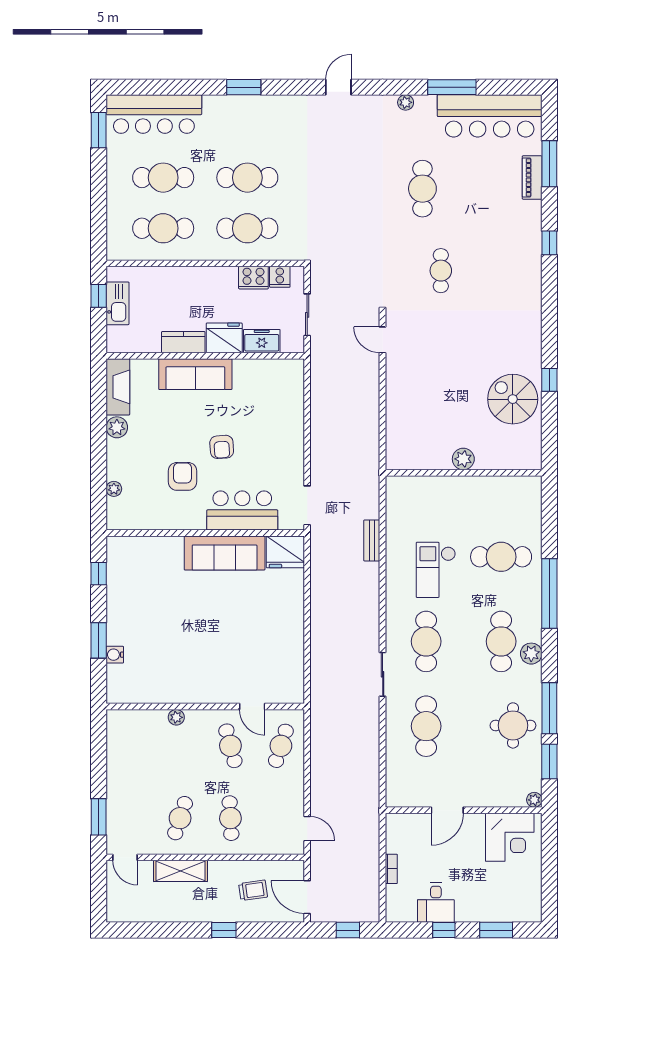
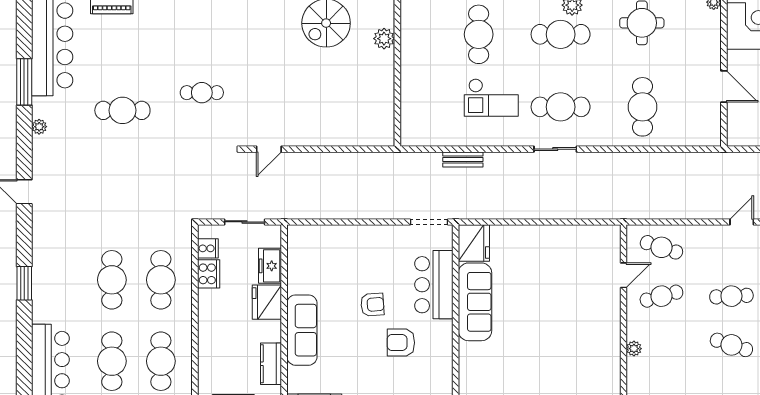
kitchen counter: (183, 342) -> (271, 364), moved
plant: (463, 459) -> (384, 39), moved
sliding door: (383, 674) -> (555, 149), moved
cafe table: (426, 726) -> (643, 107), turned 90

